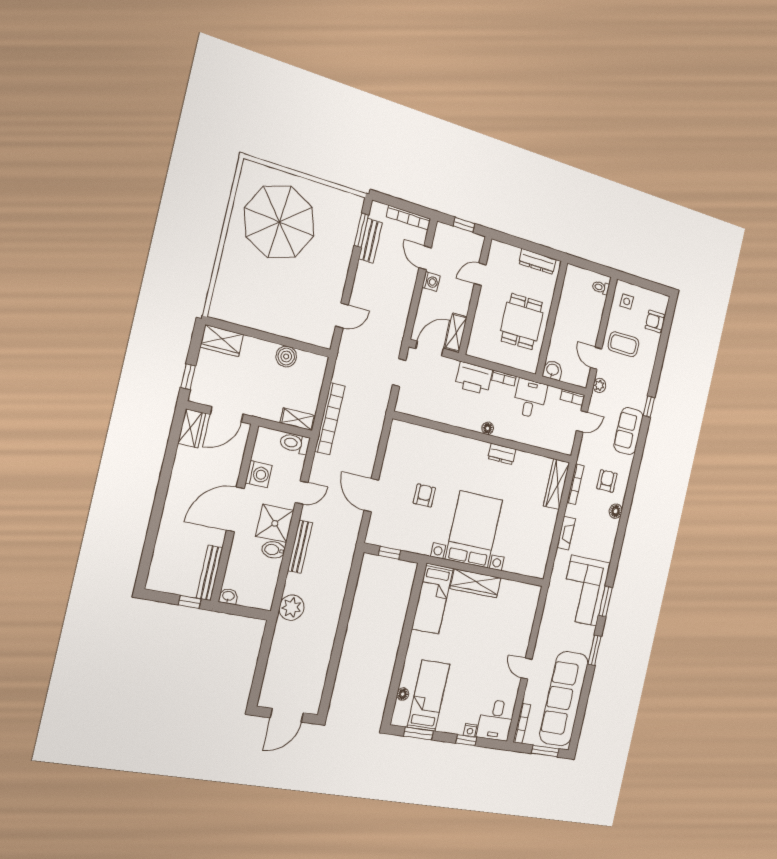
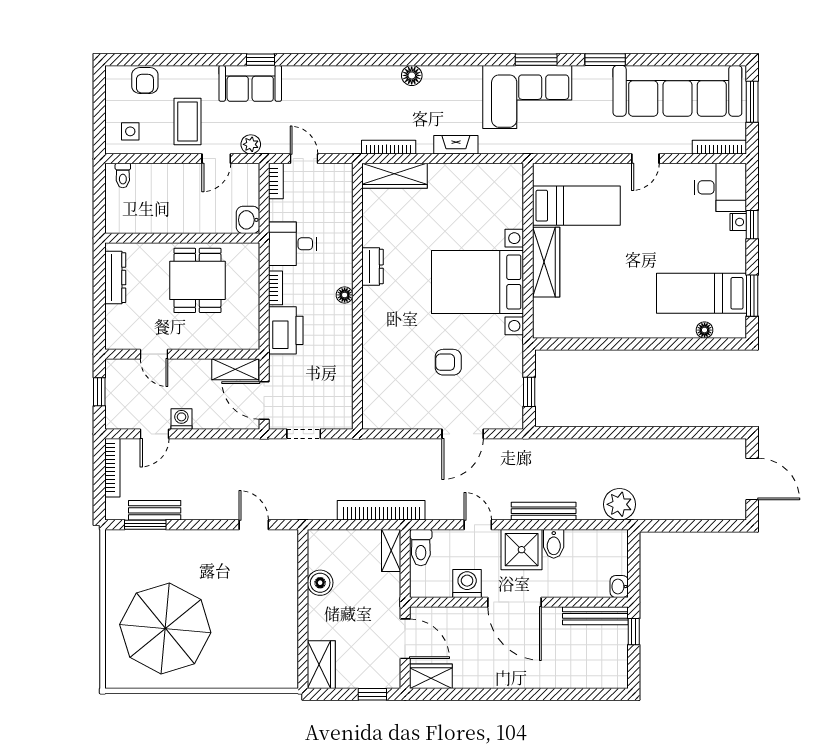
dining table: (522, 322) -> (197, 280), turned 90
sofa: (628, 431) -> (250, 83), moved
armchair: (607, 481) -> (374, 100), removed
bed: (432, 599) -> (576, 206), moved

